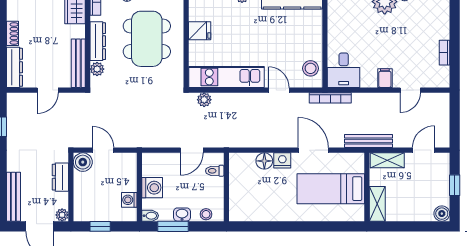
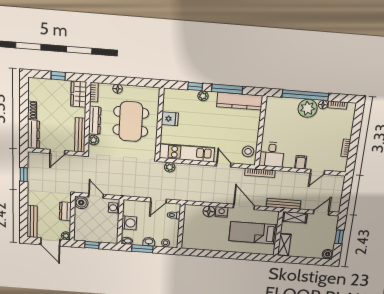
washing machine: (129, 200) -> (114, 208), moved

